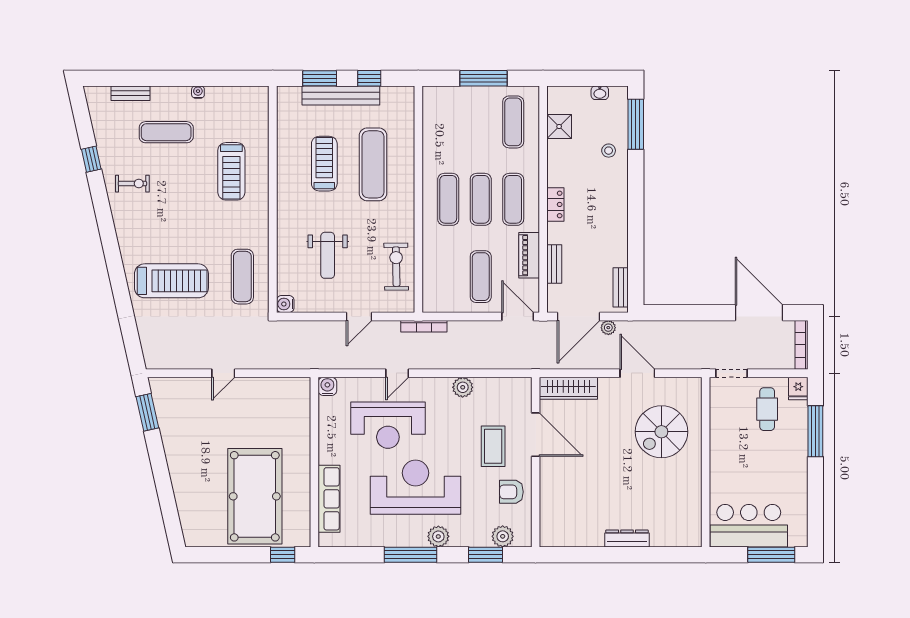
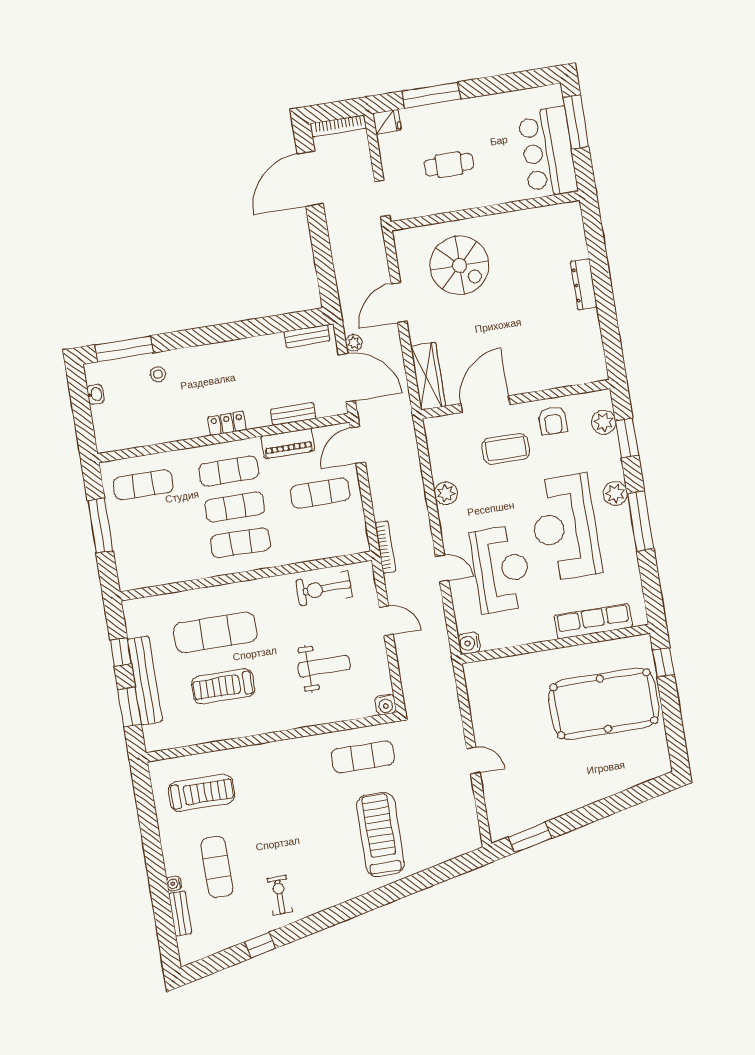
water cooler: (198, 92) -> (174, 884), moved
shower: (559, 126) -> (140, 433), removed
treadmill: (231, 171) -> (201, 793), moved
cafe table: (767, 409) -> (449, 165), moved

